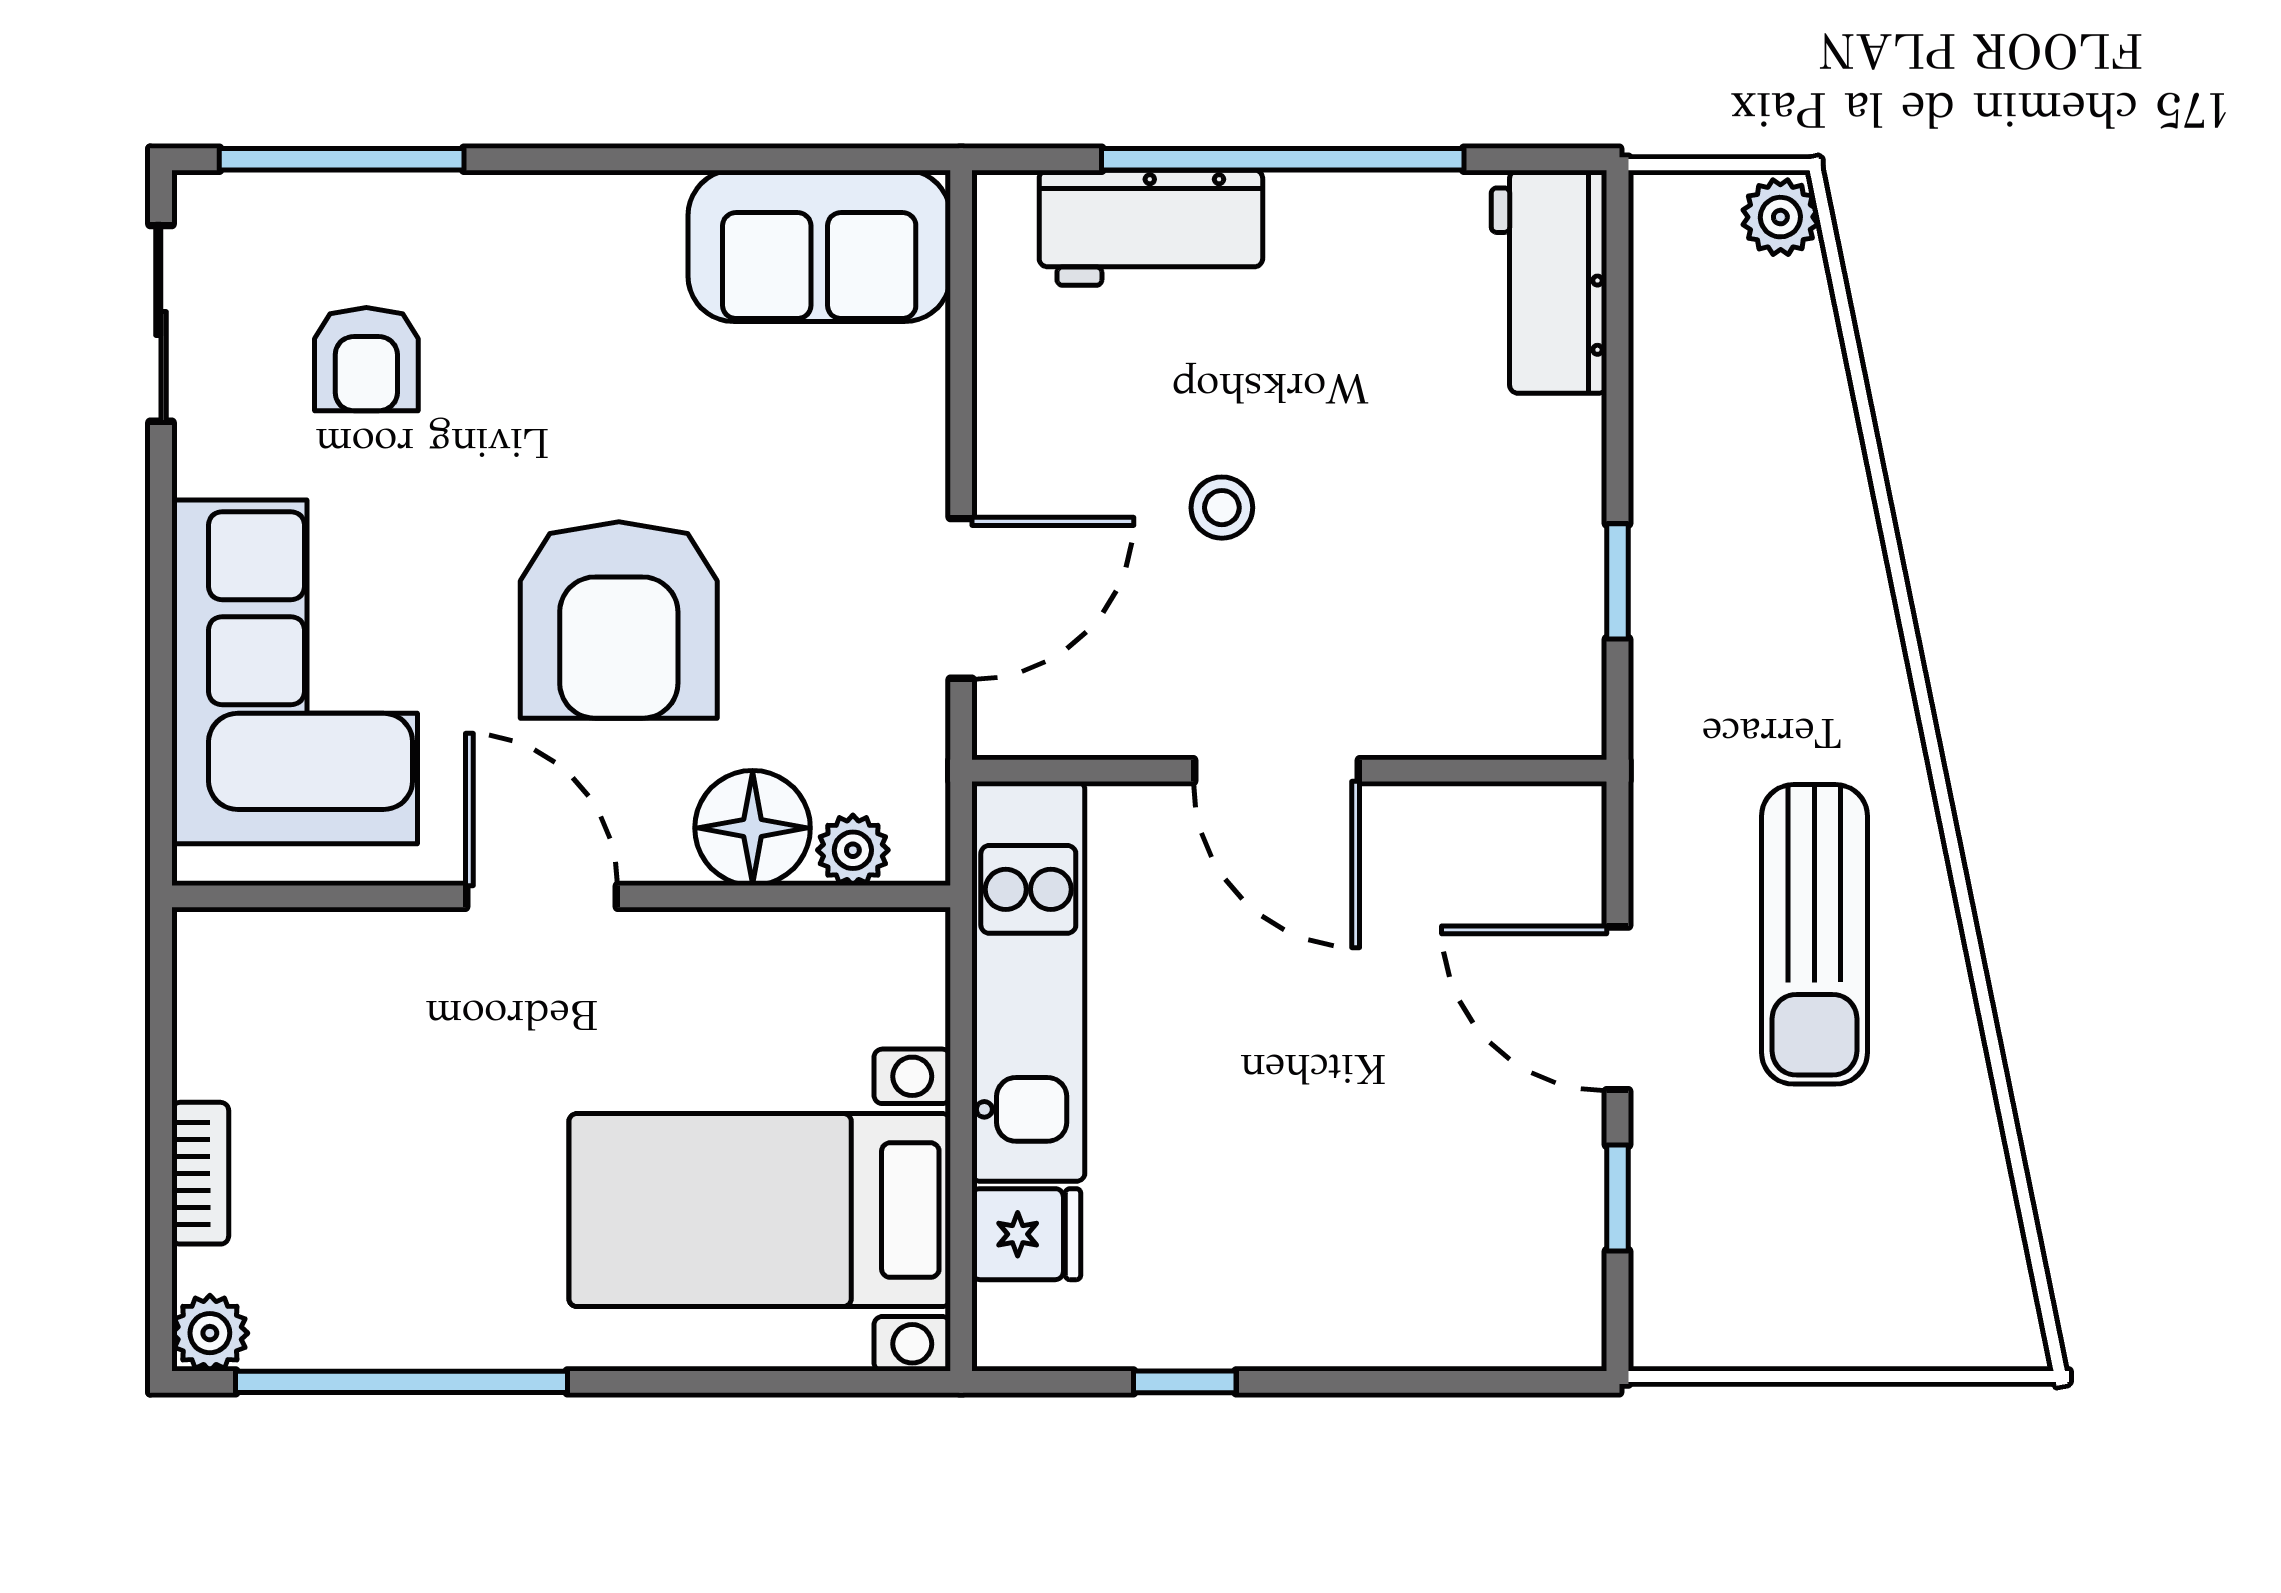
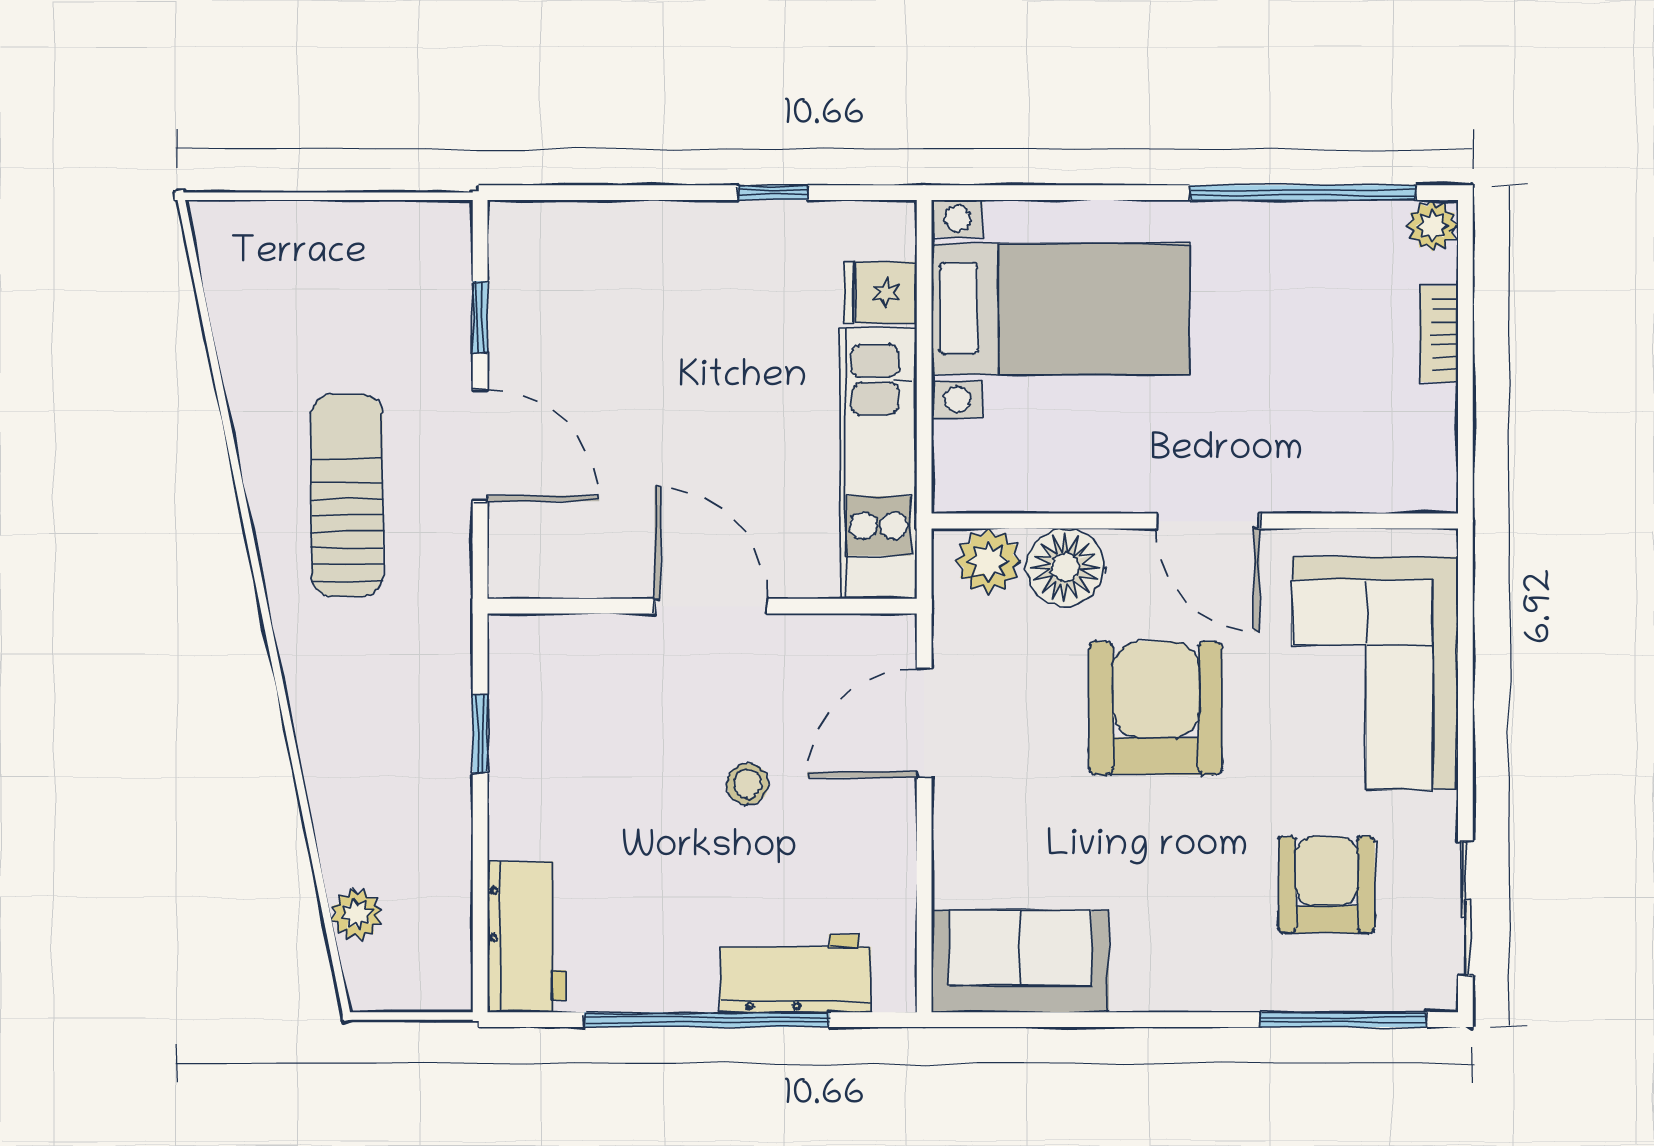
plant: (1780, 217) -> (357, 914), moved
armchair: (366, 359) -> (1326, 884), width x1.38, depth x1.38
plant: (853, 850) -> (988, 561), width x1.38, depth x1.38

